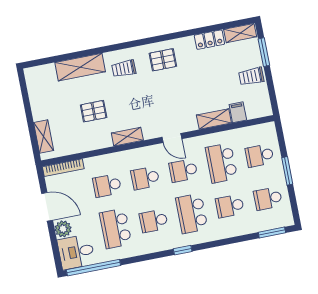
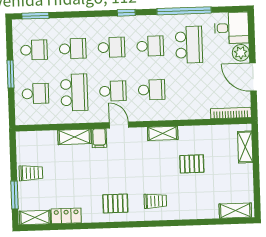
shelving: (80, 67) -> (235, 211), moved, width x0.67, depth x0.75
filing cabinet: (238, 112) -> (99, 138), moved
school desk: (107, 185) -> (190, 88), removed
school desk: (192, 213) -> (111, 47), width x0.54
window: (93, 268) -> (184, 11), moved

